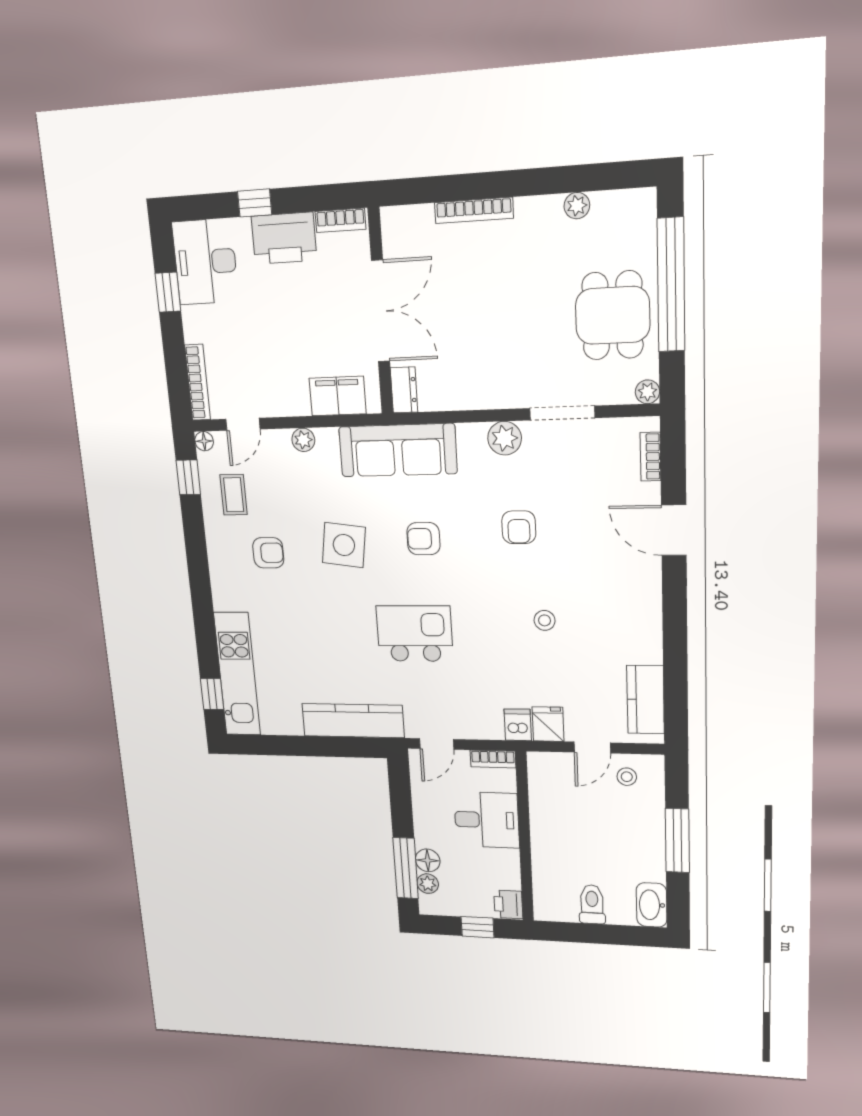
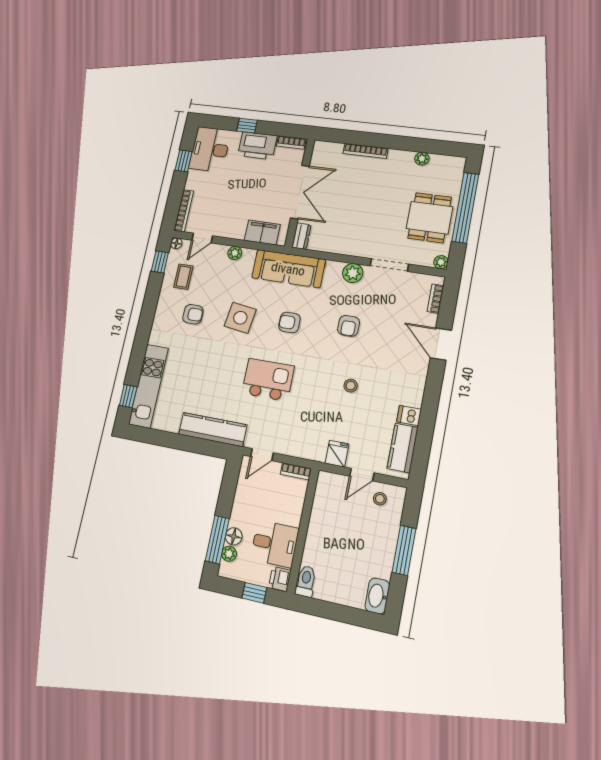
dishwasher: (518, 725) -> (409, 416), moved, turned -90
desk: (487, 820) -> (275, 544), moved
toilet: (592, 904) -> (306, 581), moved

